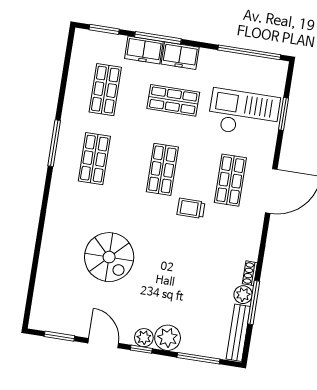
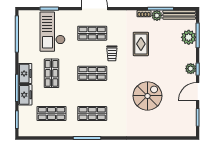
rug: (199, 260) -> (141, 44), added
plant: (168, 338) -> (189, 37), moved

